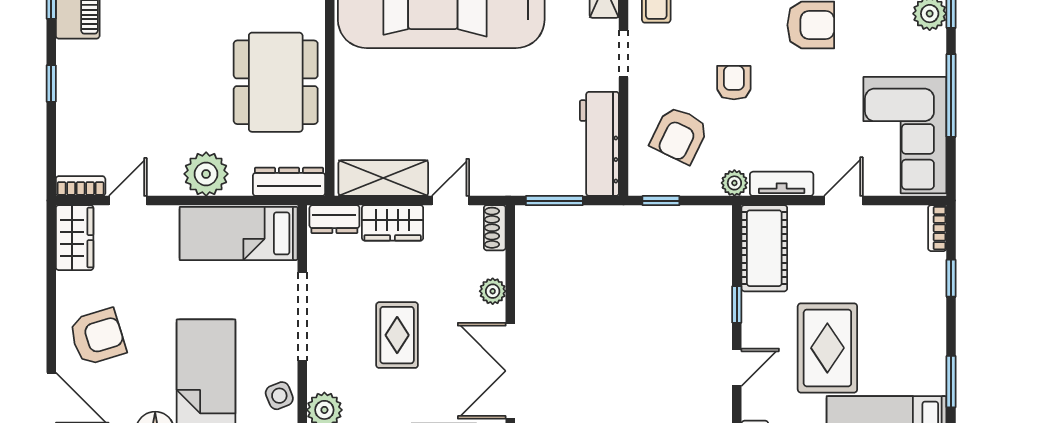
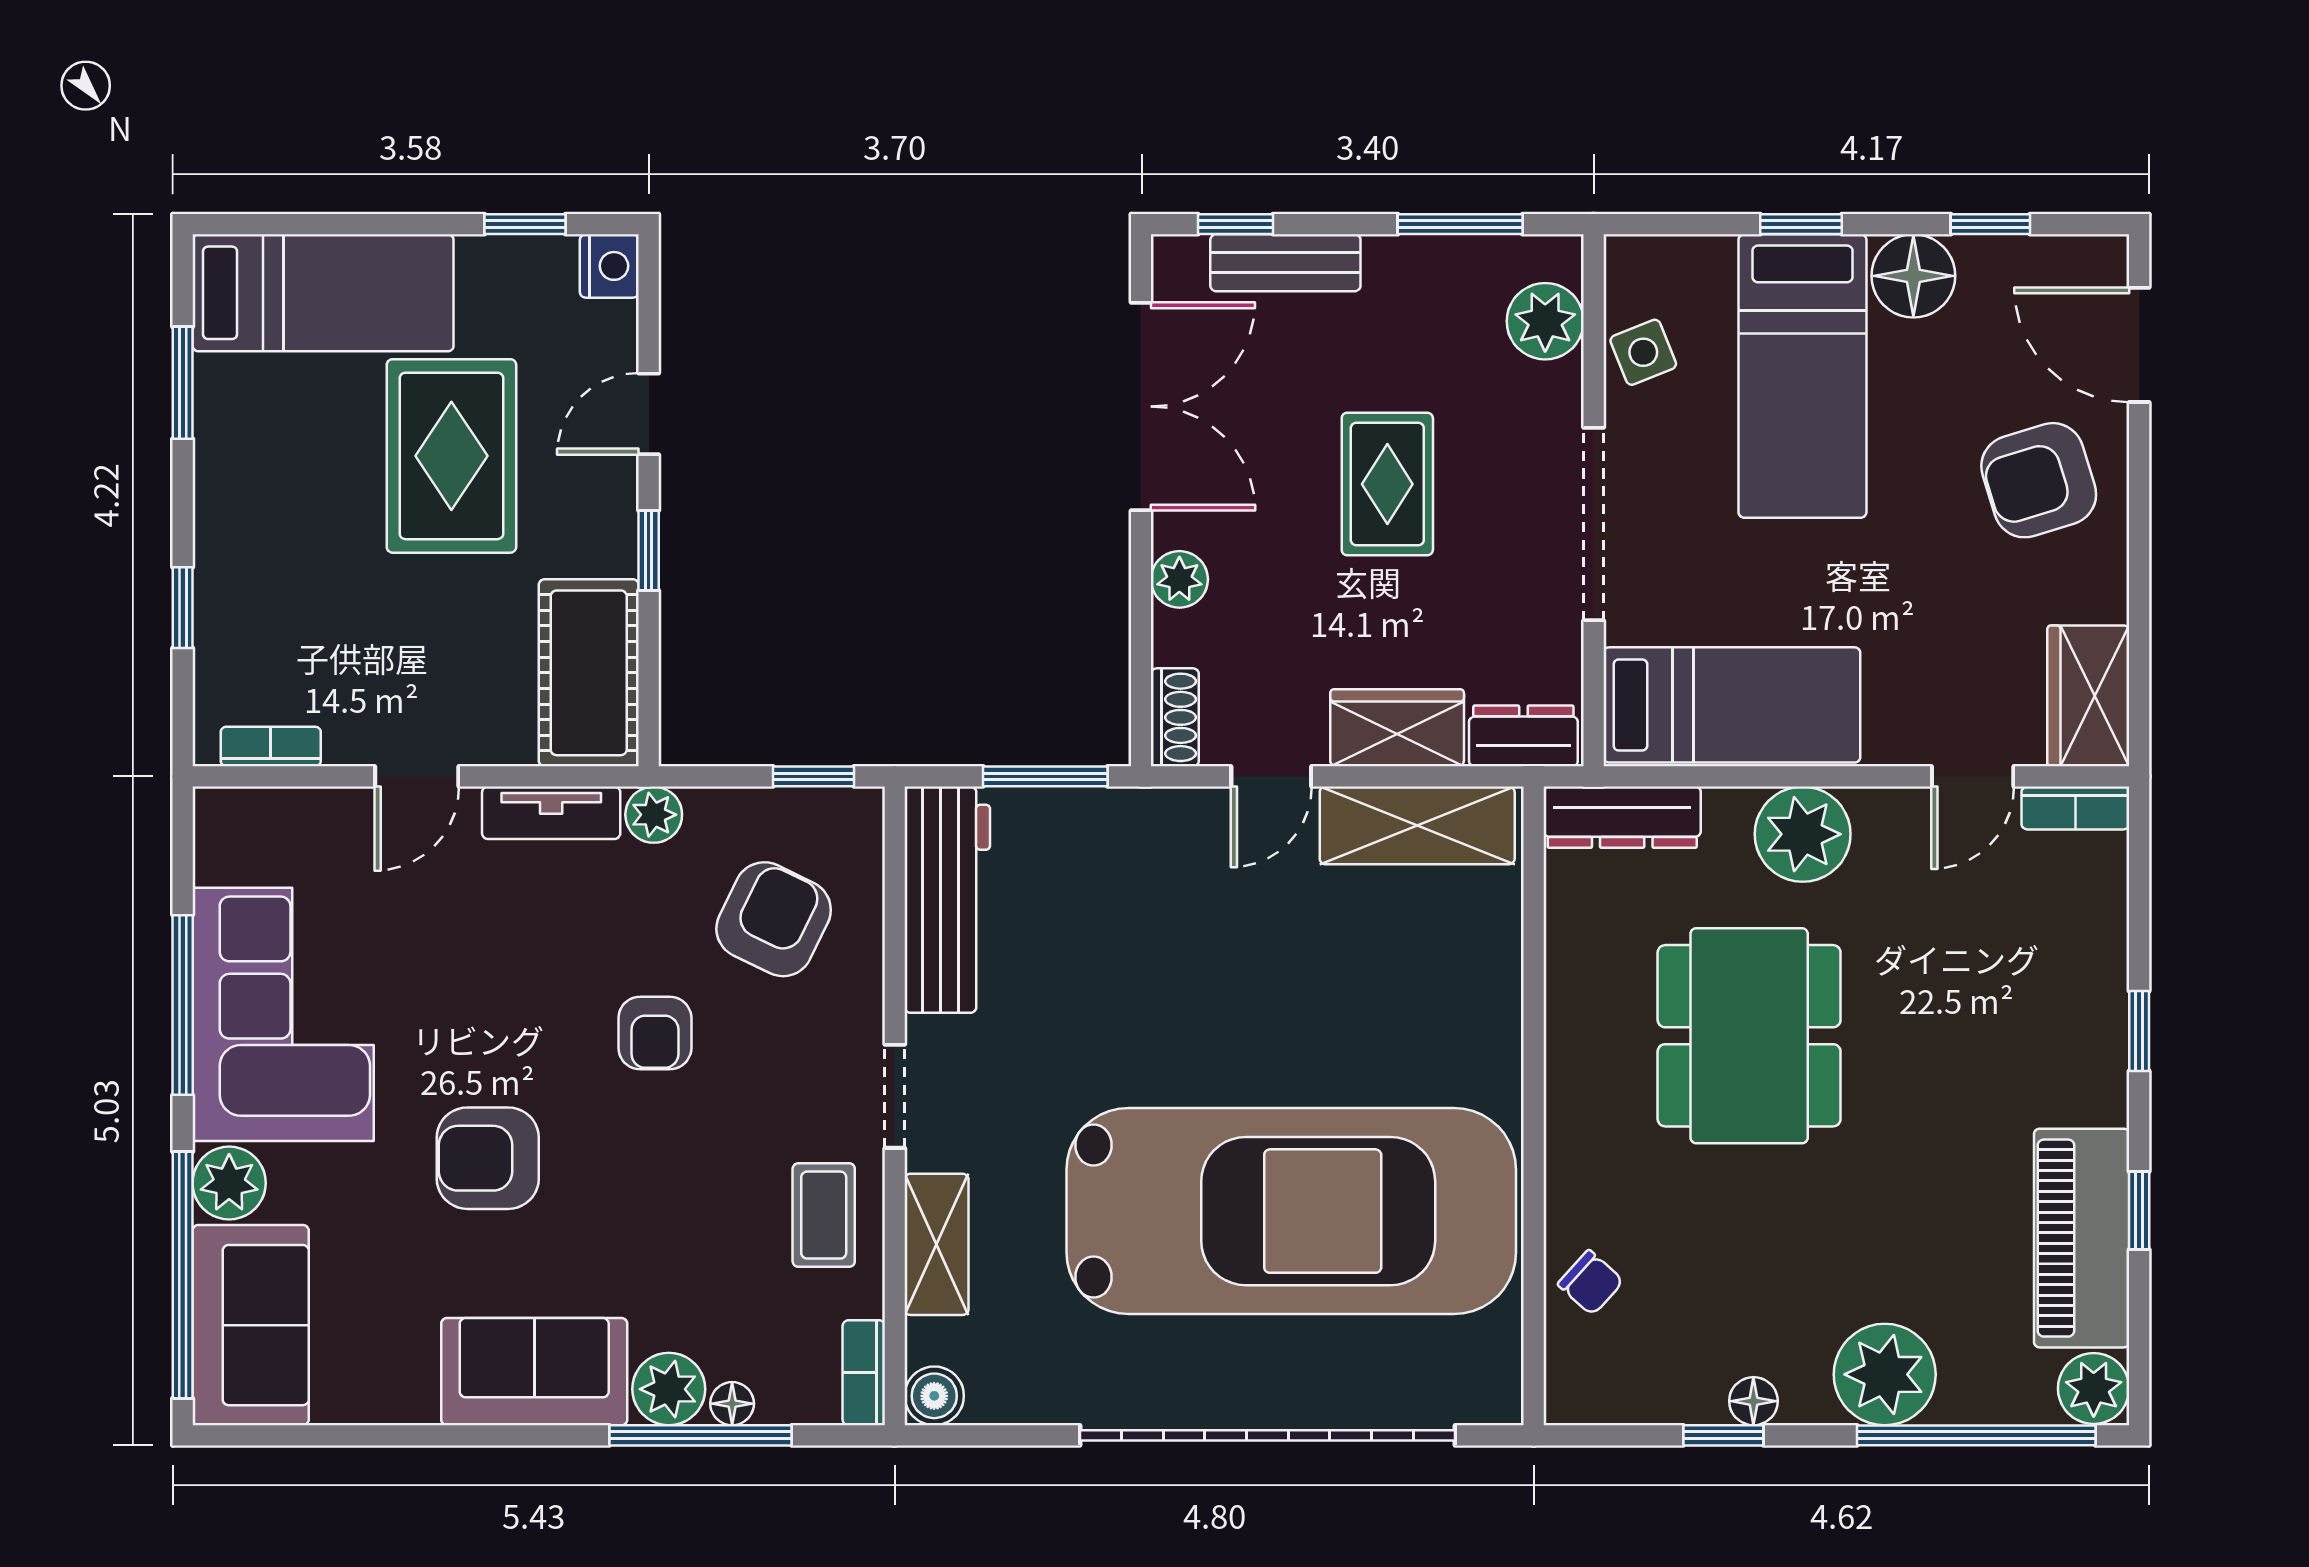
dining table: (276, 82) -> (1749, 1036), moved
corner sofa: (905, 135) -> (283, 1014), moved
bookcase: (937, 228) -> (271, 747), moved, turned -90

